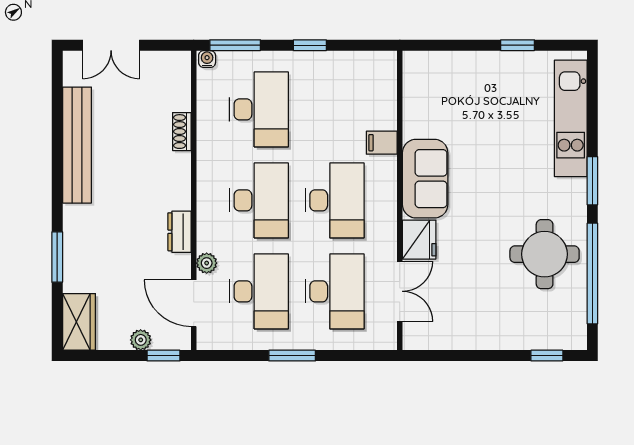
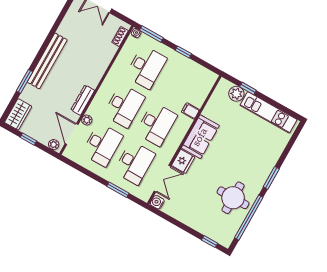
window: (518, 45) -> (248, 89), moved
plant: (446, 66) -> (236, 94), added
kitchen unit: (571, 118) -> (268, 112), moved, turned -90
shoe rack: (182, 132) -> (120, 36), moved
bench: (77, 145) -> (47, 61), moved
dresser: (179, 232) -> (83, 100), width x1.44
water cooler: (414, 338) -> (157, 202), added
plant: (141, 340) -> (54, 145), moved
window: (163, 356) -> (28, 139), moved
window: (292, 356) -> (118, 190), moved

